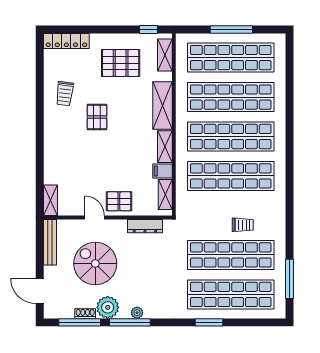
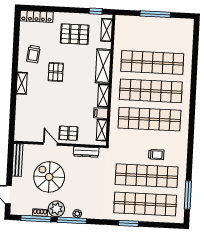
shop shelf: (231, 58) -> (154, 34), removed
shelving: (51, 200) -> (22, 83), moved

